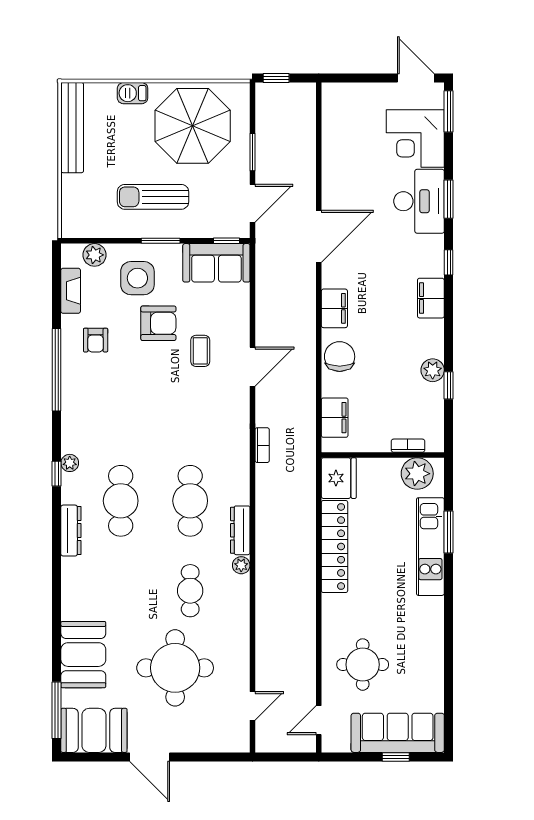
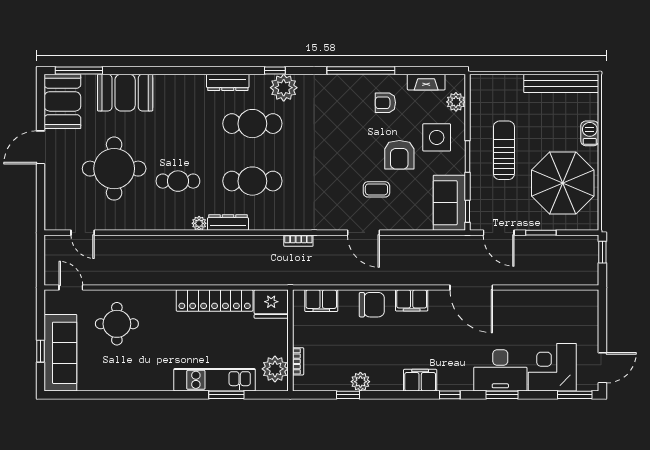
plant: (70, 463) -> (284, 88), width x1.87, depth x1.87

